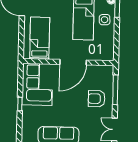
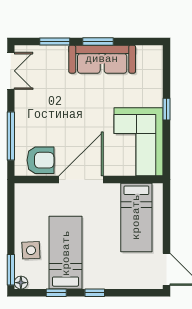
armchair: (97, 99) -> (40, 160), moved

